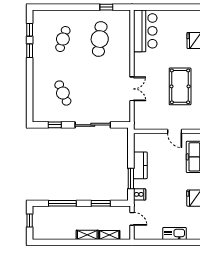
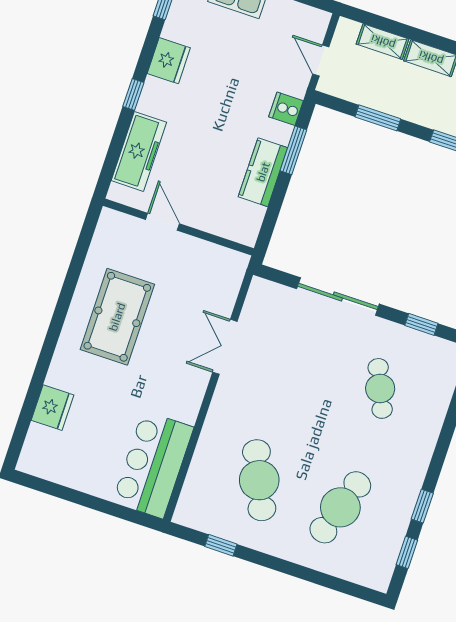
cafe table: (63, 39) -> (340, 507), width x1.37, depth x1.35
cafe table: (100, 39) -> (259, 480), turned -30

